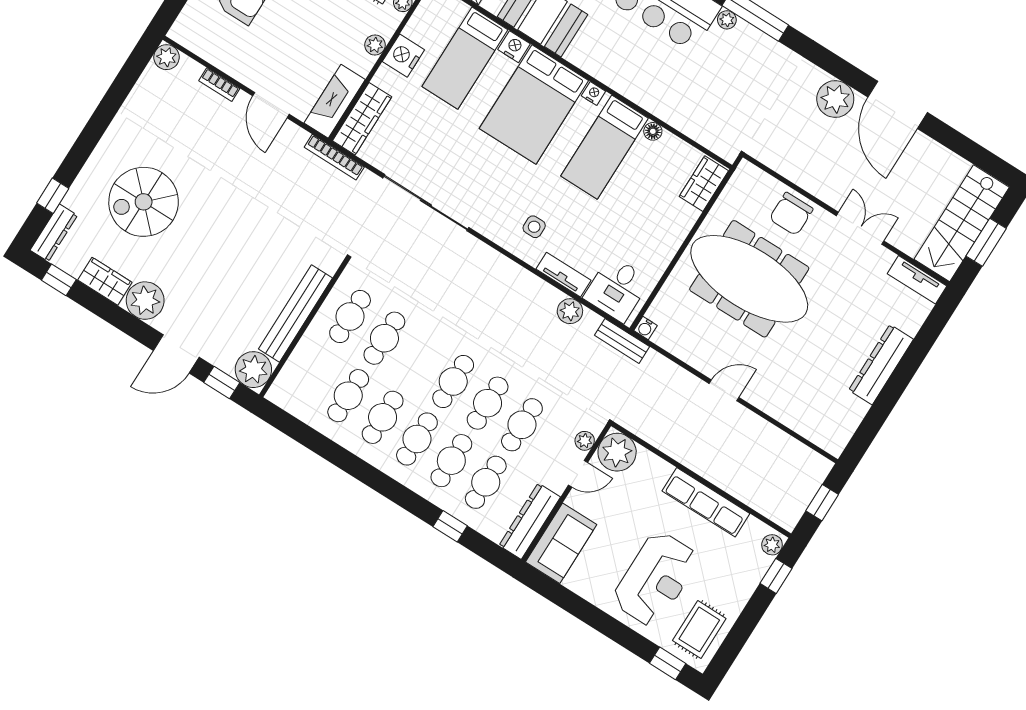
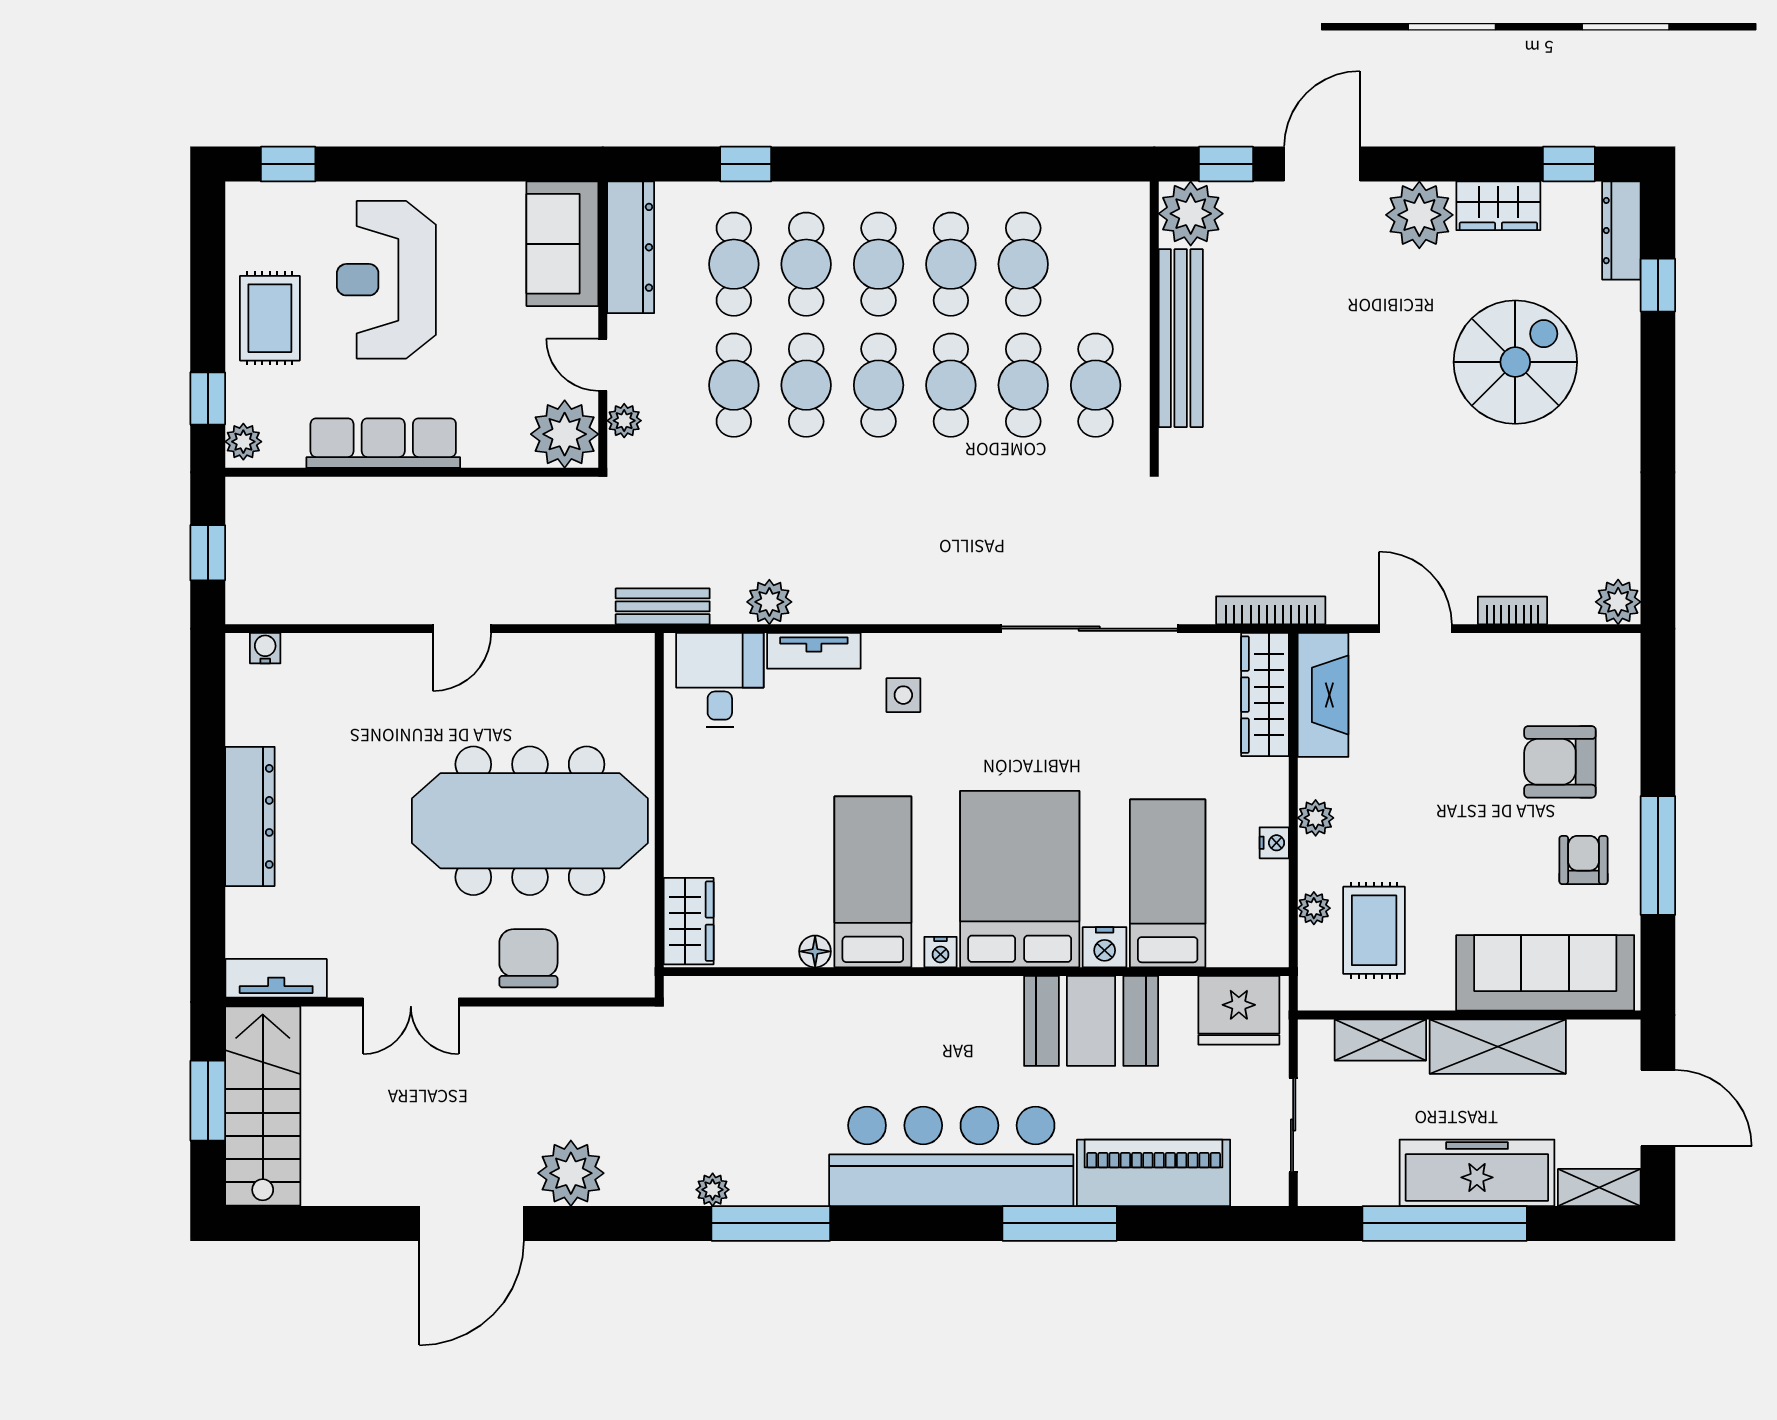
plant: (727, 20) -> (713, 1190), moved
nightstand: (403, 56) -> (1274, 843), width x0.53, depth x0.56
door: (898, 105) -> (472, 1223), swing flipped
water cooler: (645, 328) -> (265, 648), moved
cafe table: (419, 360) -> (951, 385), added
door: (578, 474) -> (603, 365), hinge flipped
rug: (699, 629) -> (270, 318), moved

